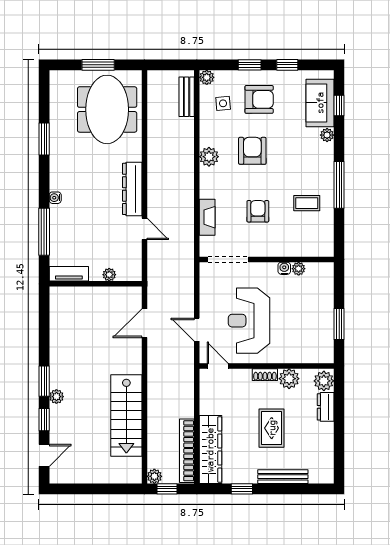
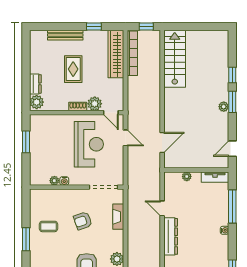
window: (339, 185) -> (26, 239), width x0.69
armchair: (258, 211) -> (83, 221), turned 71
plant: (289, 379) -> (95, 104), moved
plant: (56, 397) -> (224, 107), moved
stairs: (126, 415) -> (175, 59), moved
door: (44, 455) -> (232, 149), moved
plant: (154, 476) -> (155, 35), removed

